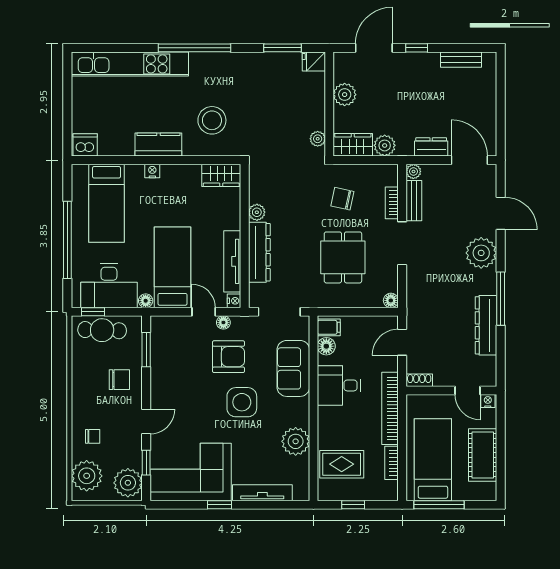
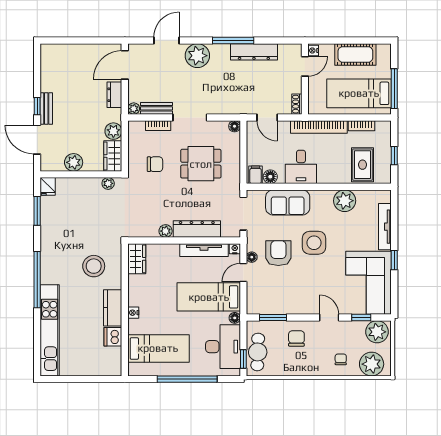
bench: (461, 60) -> (46, 108), moved
dishwasher: (85, 145) -> (113, 337), moved
chair: (342, 199) -> (155, 164), turned -102

